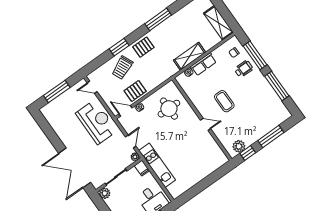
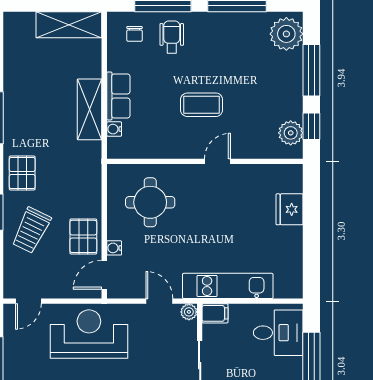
trolley: (122, 68) -> (31, 230), turned 50
plant: (279, 115) -> (286, 34), added
fridge: (207, 168) -> (289, 209), added

